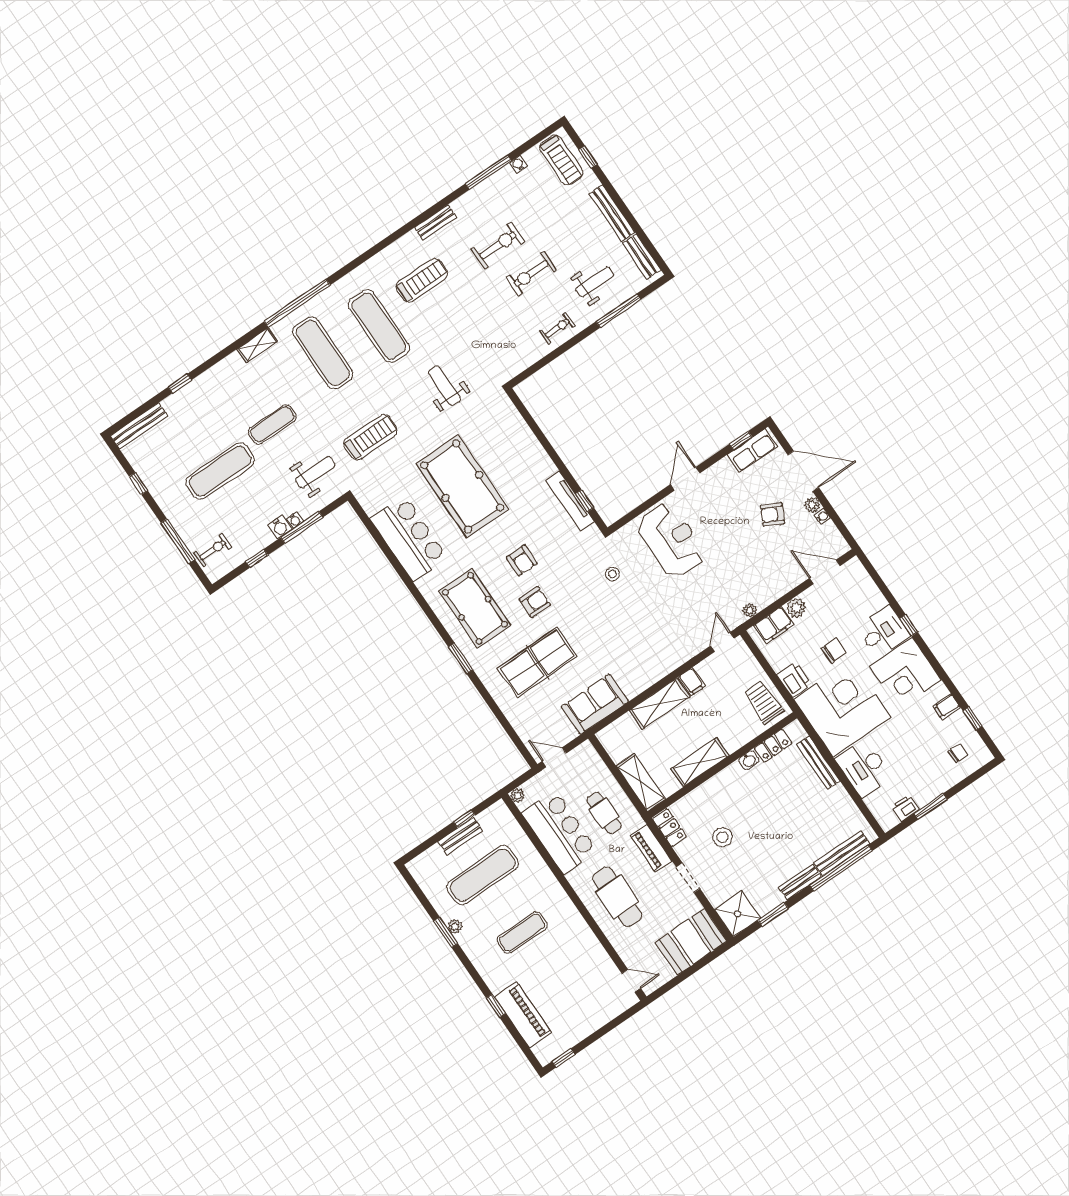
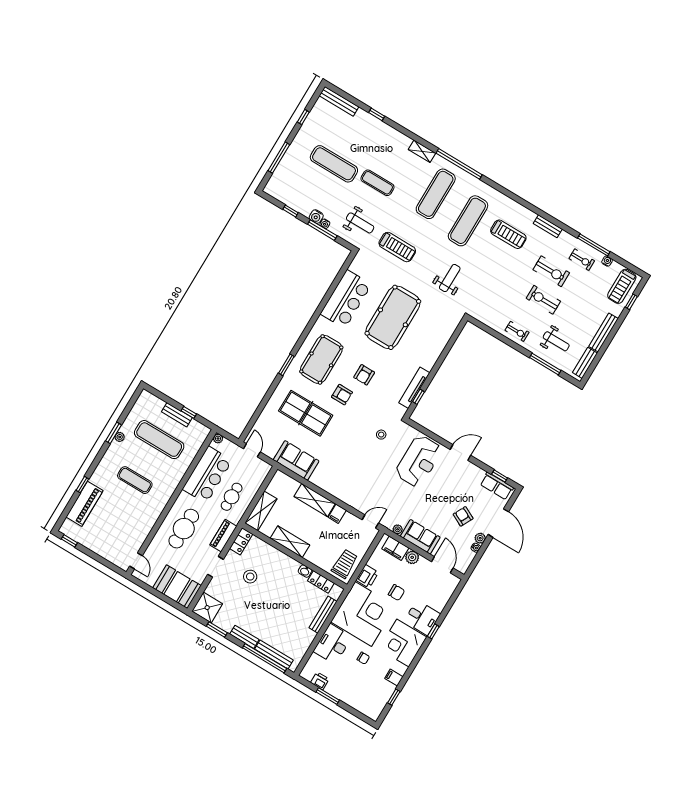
exercise bike: (213, 550) -> (582, 260), moved
sofa: (774, 584) -> (420, 537), added
chair: (958, 753) -> (363, 658), moved

